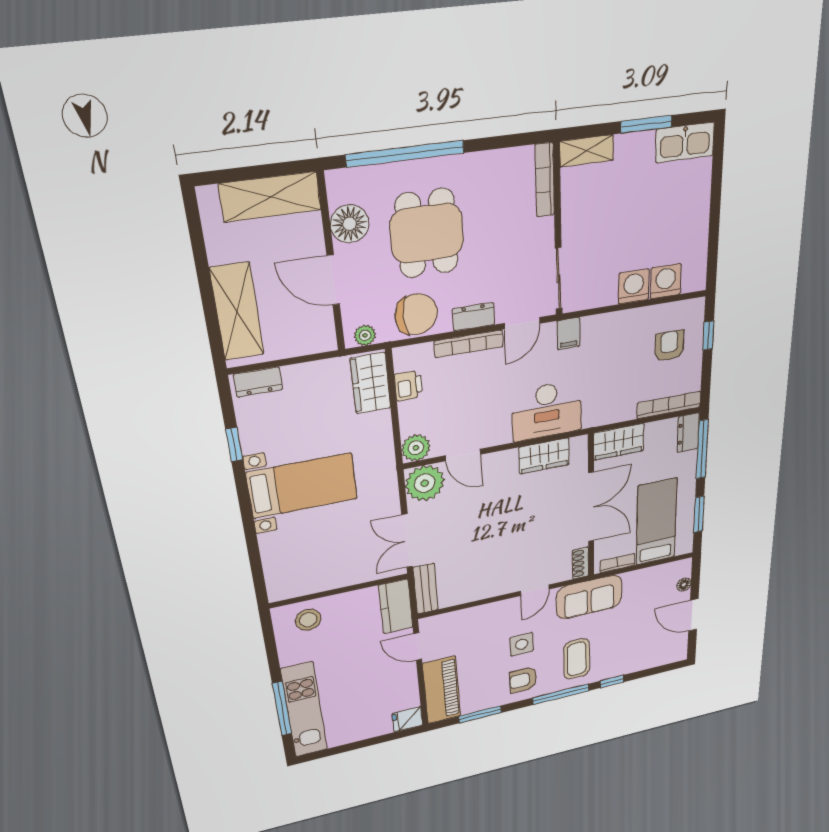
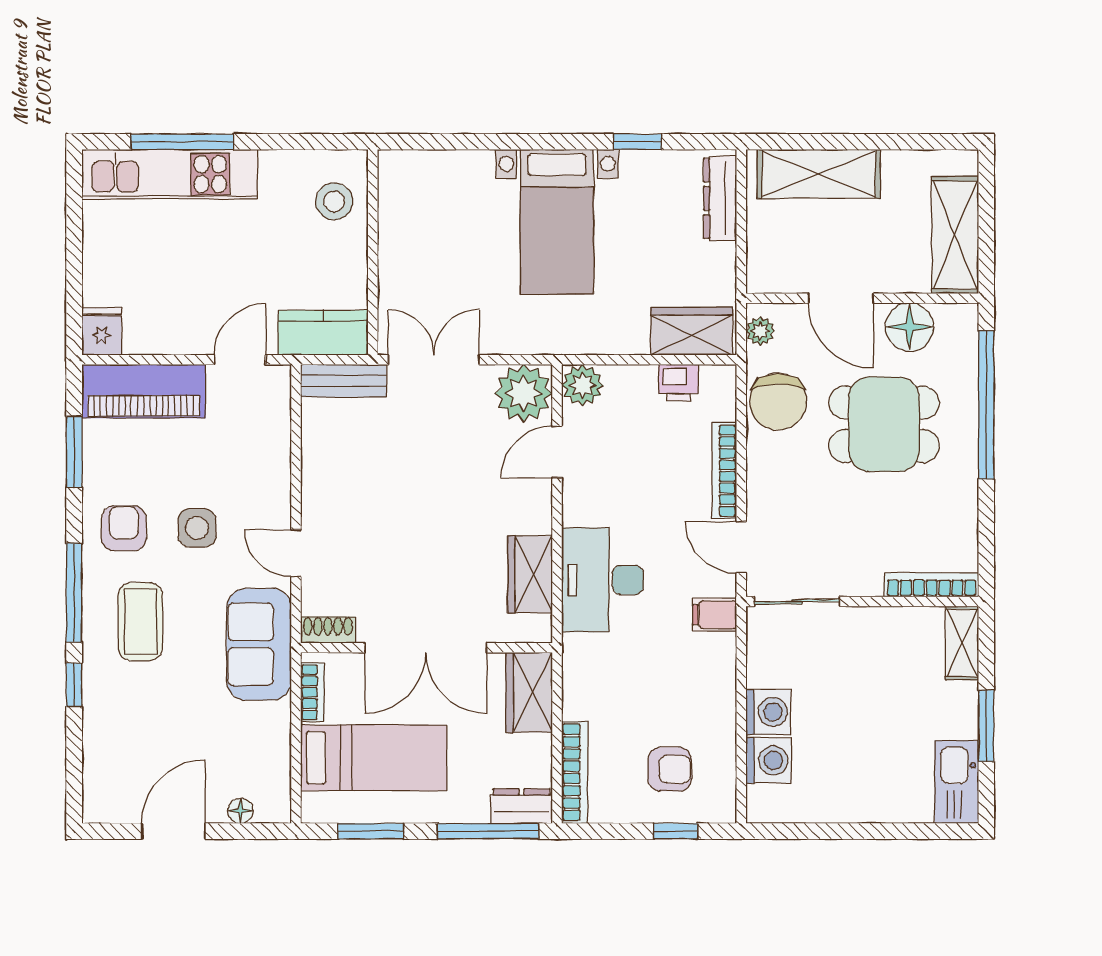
door: (333, 280) -> (841, 298), swing flipped
dresser: (474, 317) -> (762, 480), removed
dresser: (258, 382) -> (720, 198), width x1.44
coffee table: (577, 659) -> (140, 622), turned 90

